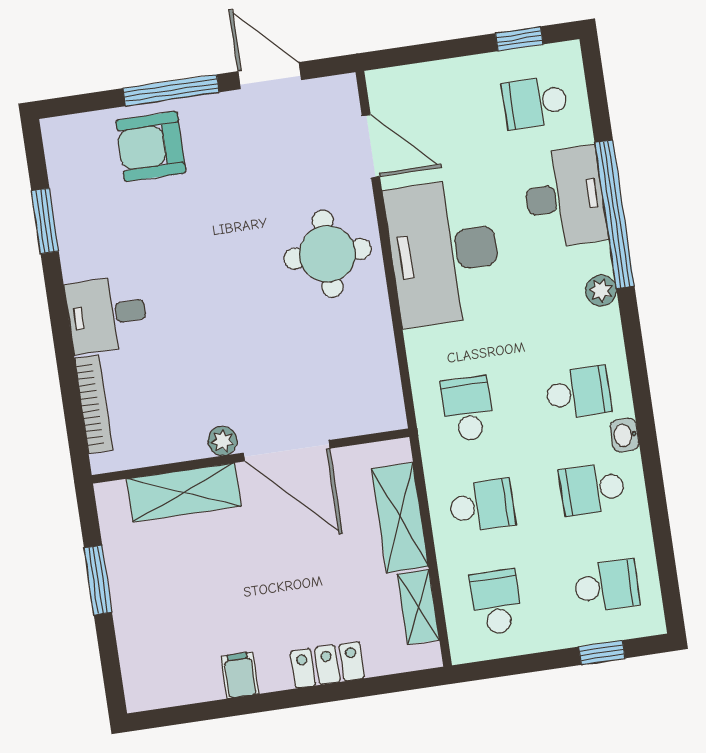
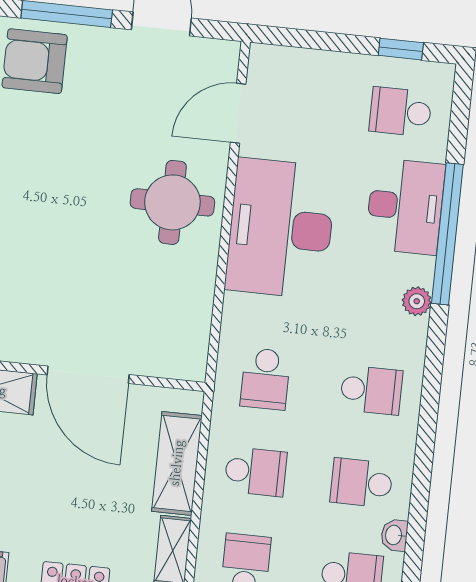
door: (371, 146) -> (238, 113), swing flipped
school desk: (468, 409) -> (265, 379), turned 180
washbasin: (625, 435) -> (394, 535), moved
plant: (223, 441) -> (31, 351), removed

